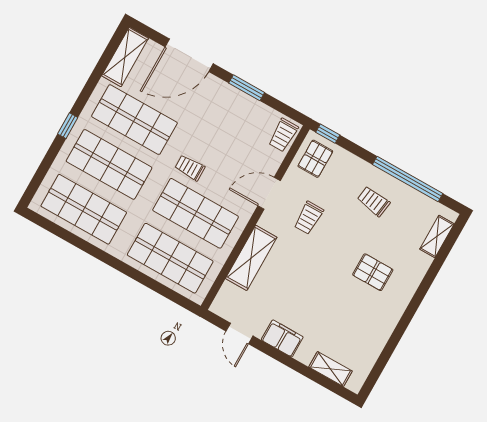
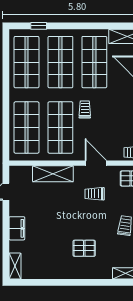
window: (68, 126) -> (39, 26), moved
pallet: (373, 272) -> (84, 248), turned 90
filing cabinet: (282, 338) -> (17, 228), moved
shelving: (330, 369) -> (15, 266), moved

